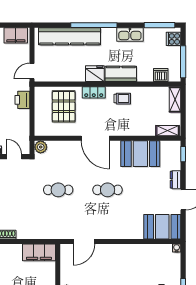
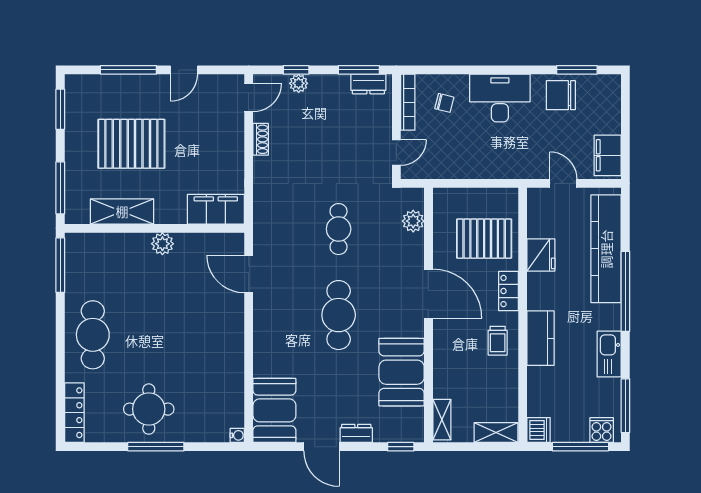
window: (183, 62) -> (580, 447), moved
door: (32, 71) -> (563, 183), moved
fridge: (95, 74) -> (541, 255), moved
dishwasher: (161, 75) -> (539, 430), moved
printer: (22, 100) -> (495, 166), removed
door: (95, 138) -> (428, 294), swing flipped
plant: (41, 147) -> (413, 221), moved
cafe table: (108, 190) -> (339, 315), width x1.37, depth x1.35
filing cabinet: (39, 252) -> (216, 209), moved, turned 90

